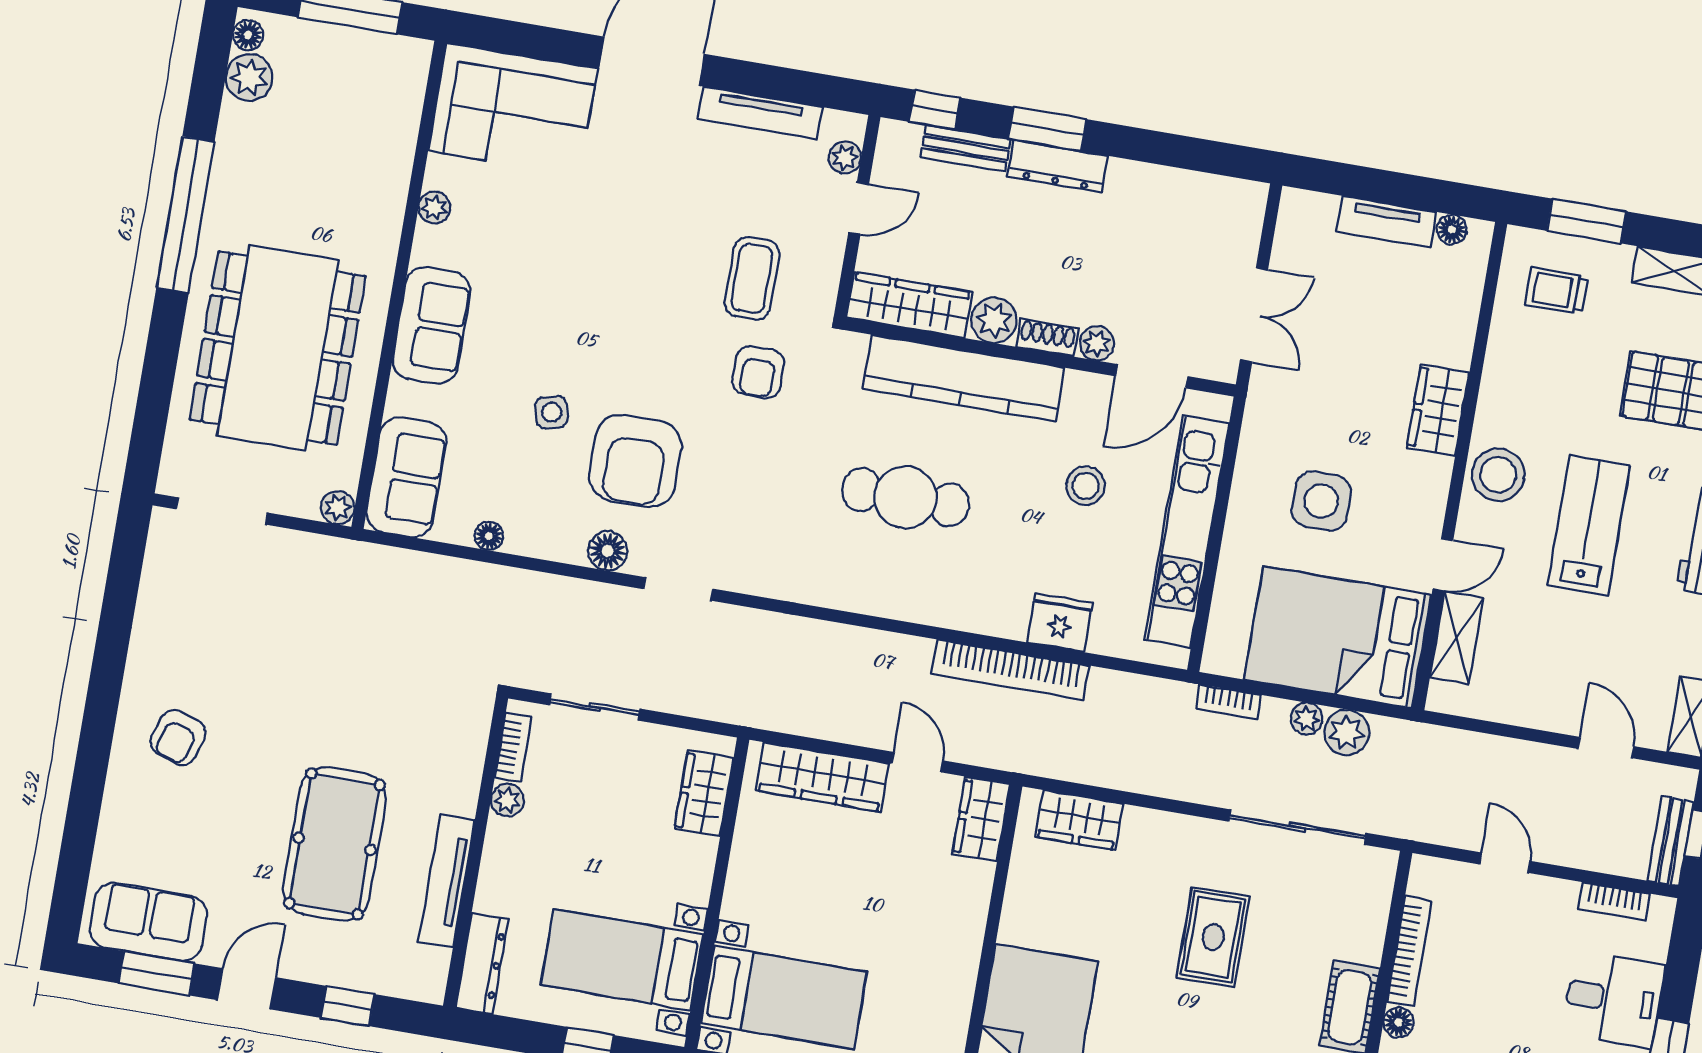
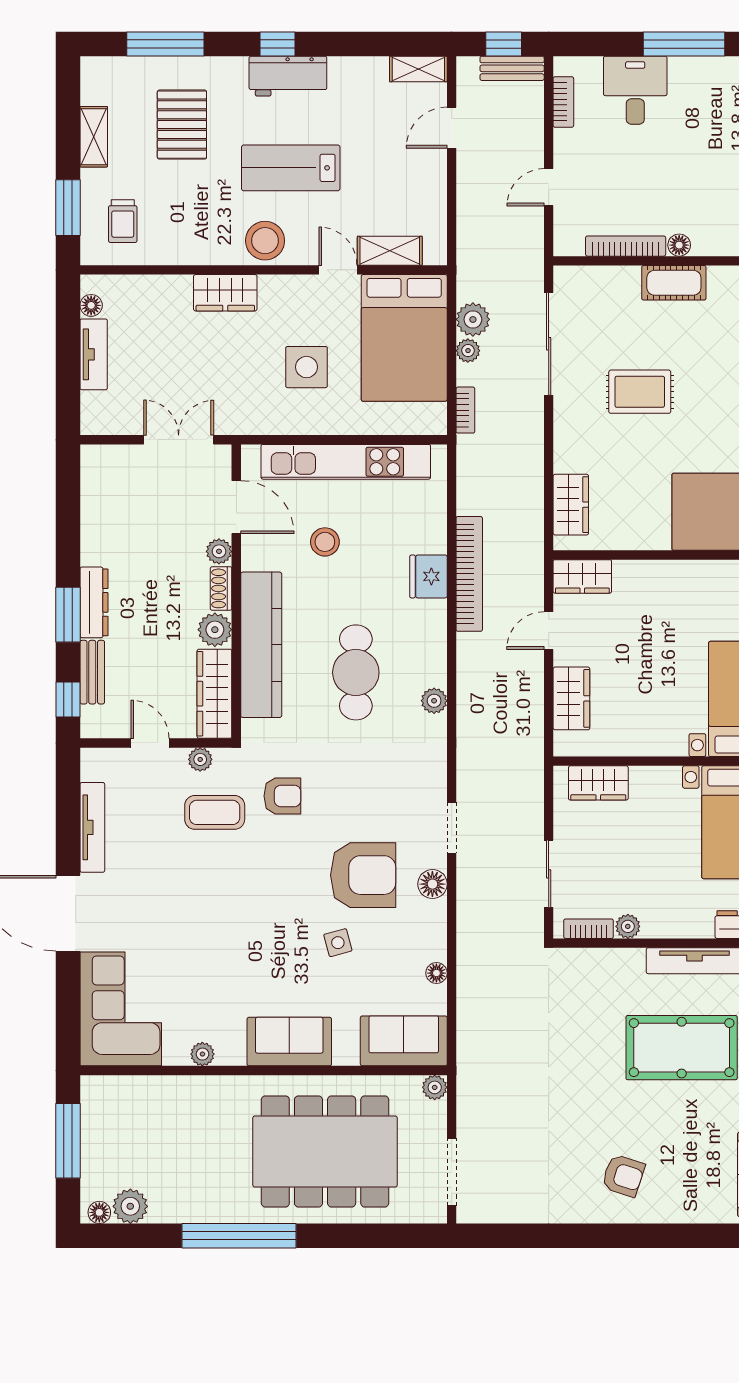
plant: (845, 158) -> (200, 759), moved
plant: (850, 594) -> (434, 701), added
fridge: (1060, 623) -> (428, 576), moved
wardrobe: (822, 777) -> (571, 698), width x0.67

